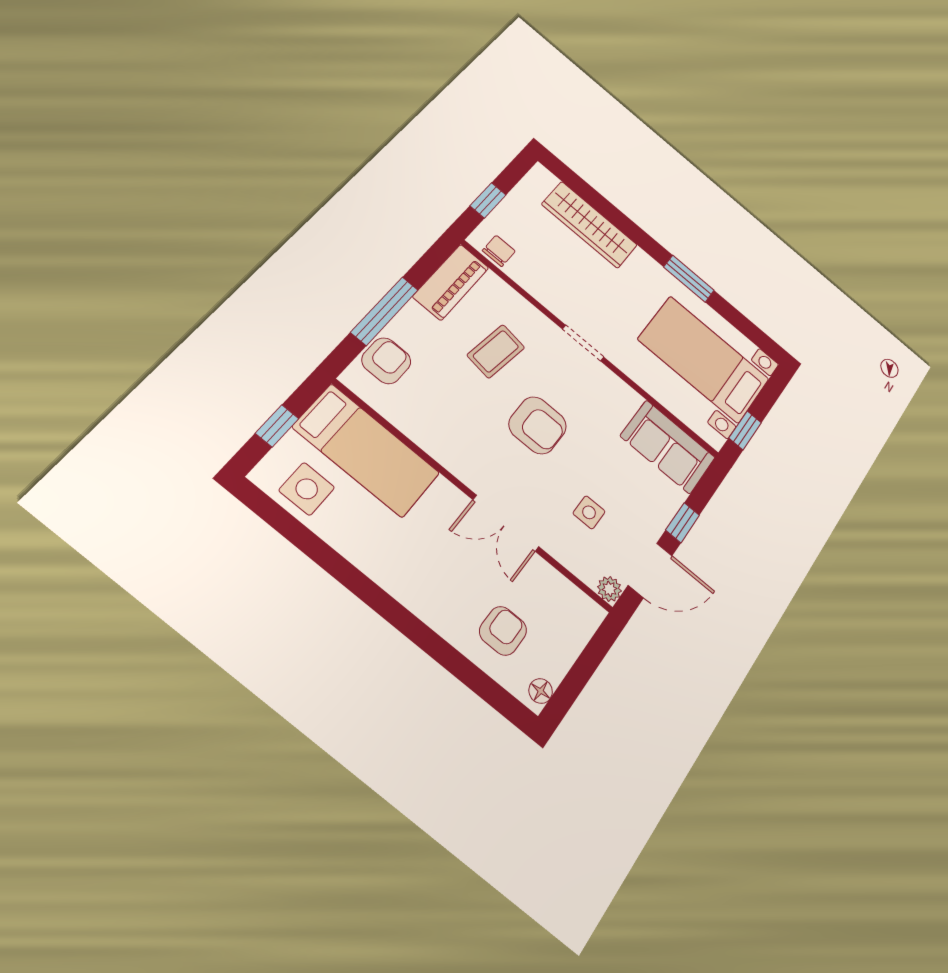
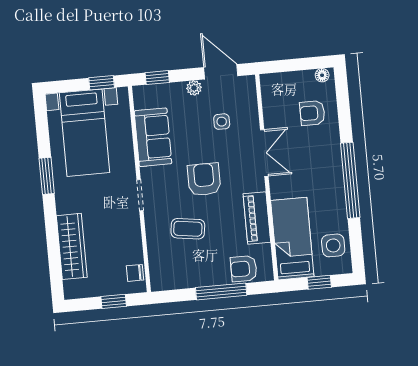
piano: (451, 282) -> (257, 218), moved, turned -90
sofa: (668, 447) -> (153, 137), moved
window: (683, 523) -> (157, 78), moved
plant: (609, 589) -> (194, 88), moved
window: (370, 593) -> (350, 180), added

